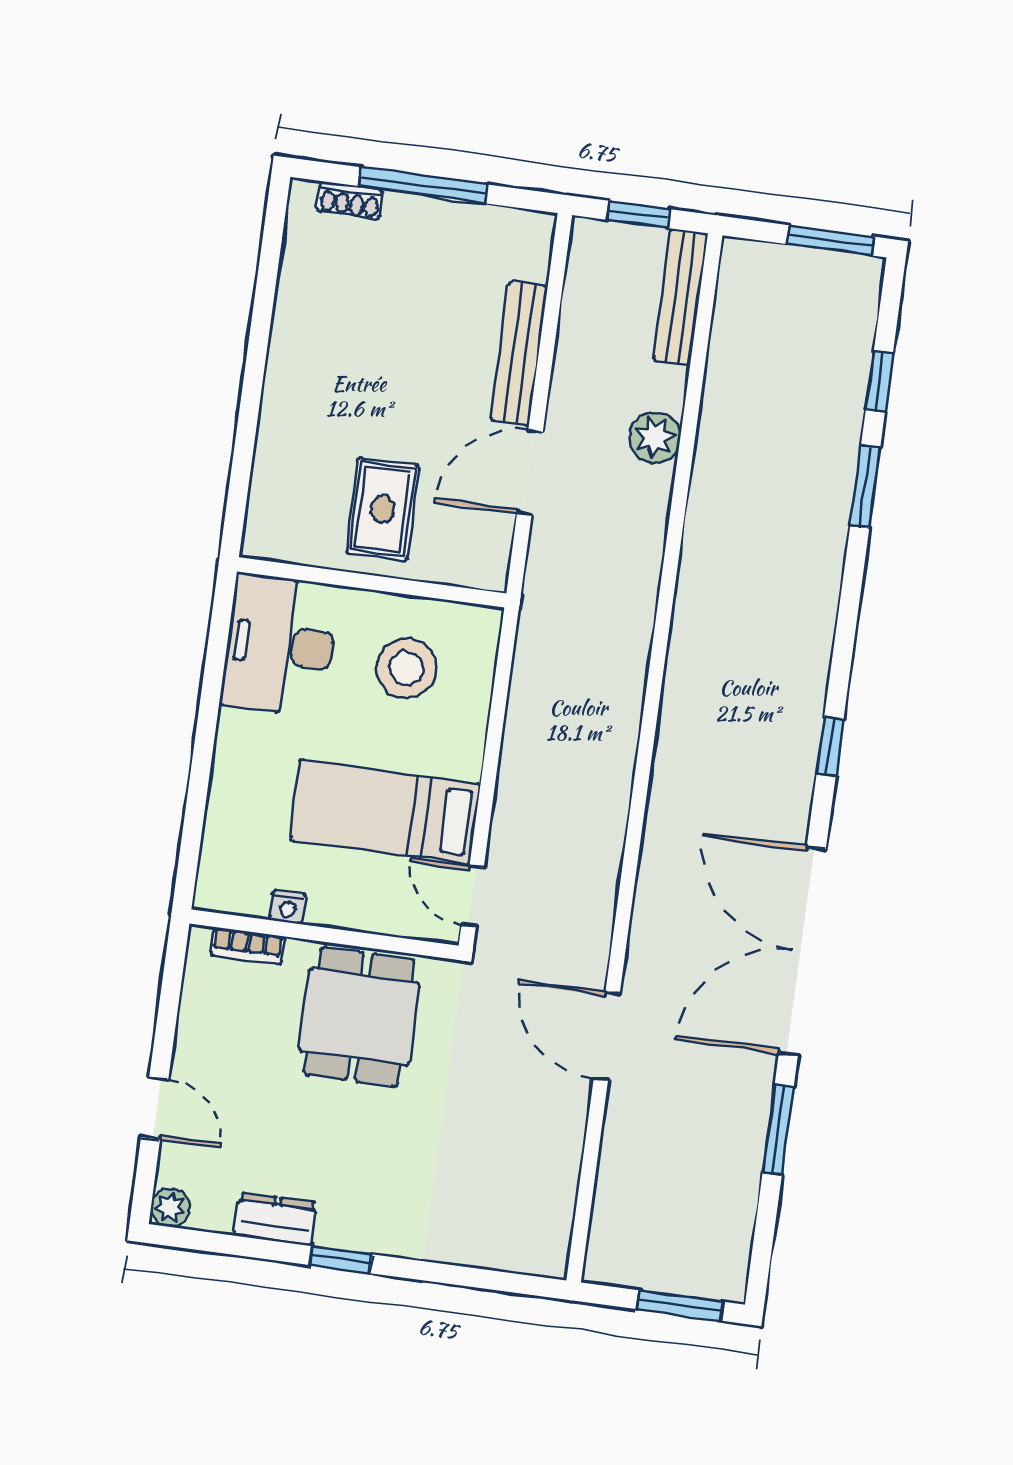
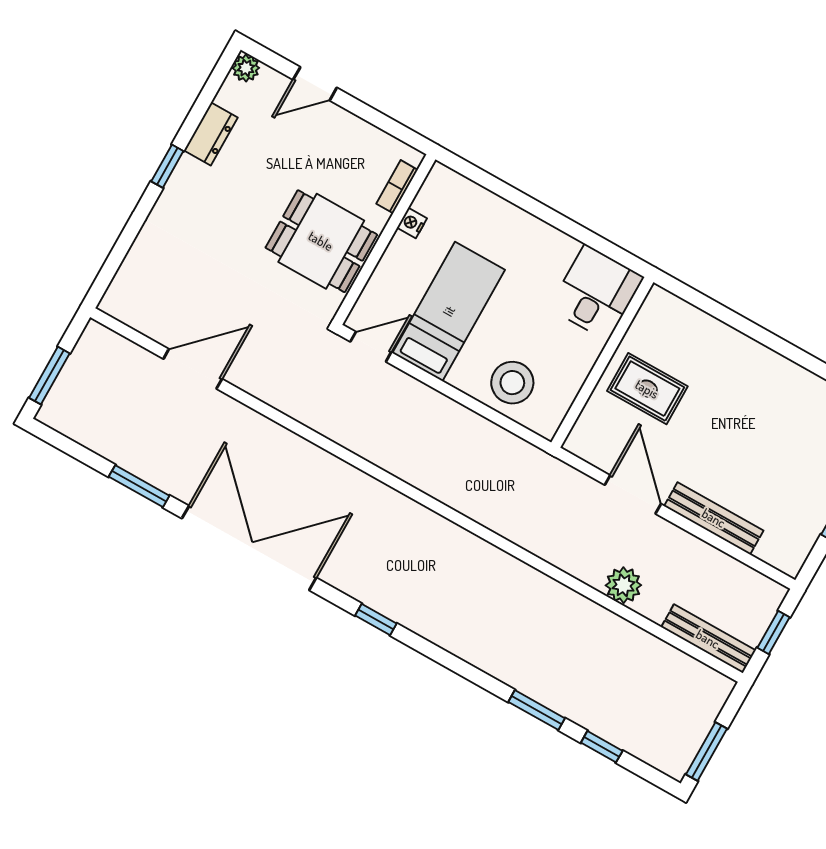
desk: (280, 645) -> (596, 293), width x0.73
stool: (406, 668) -> (512, 383), moved
door: (607, 1036) -> (193, 369), moved

